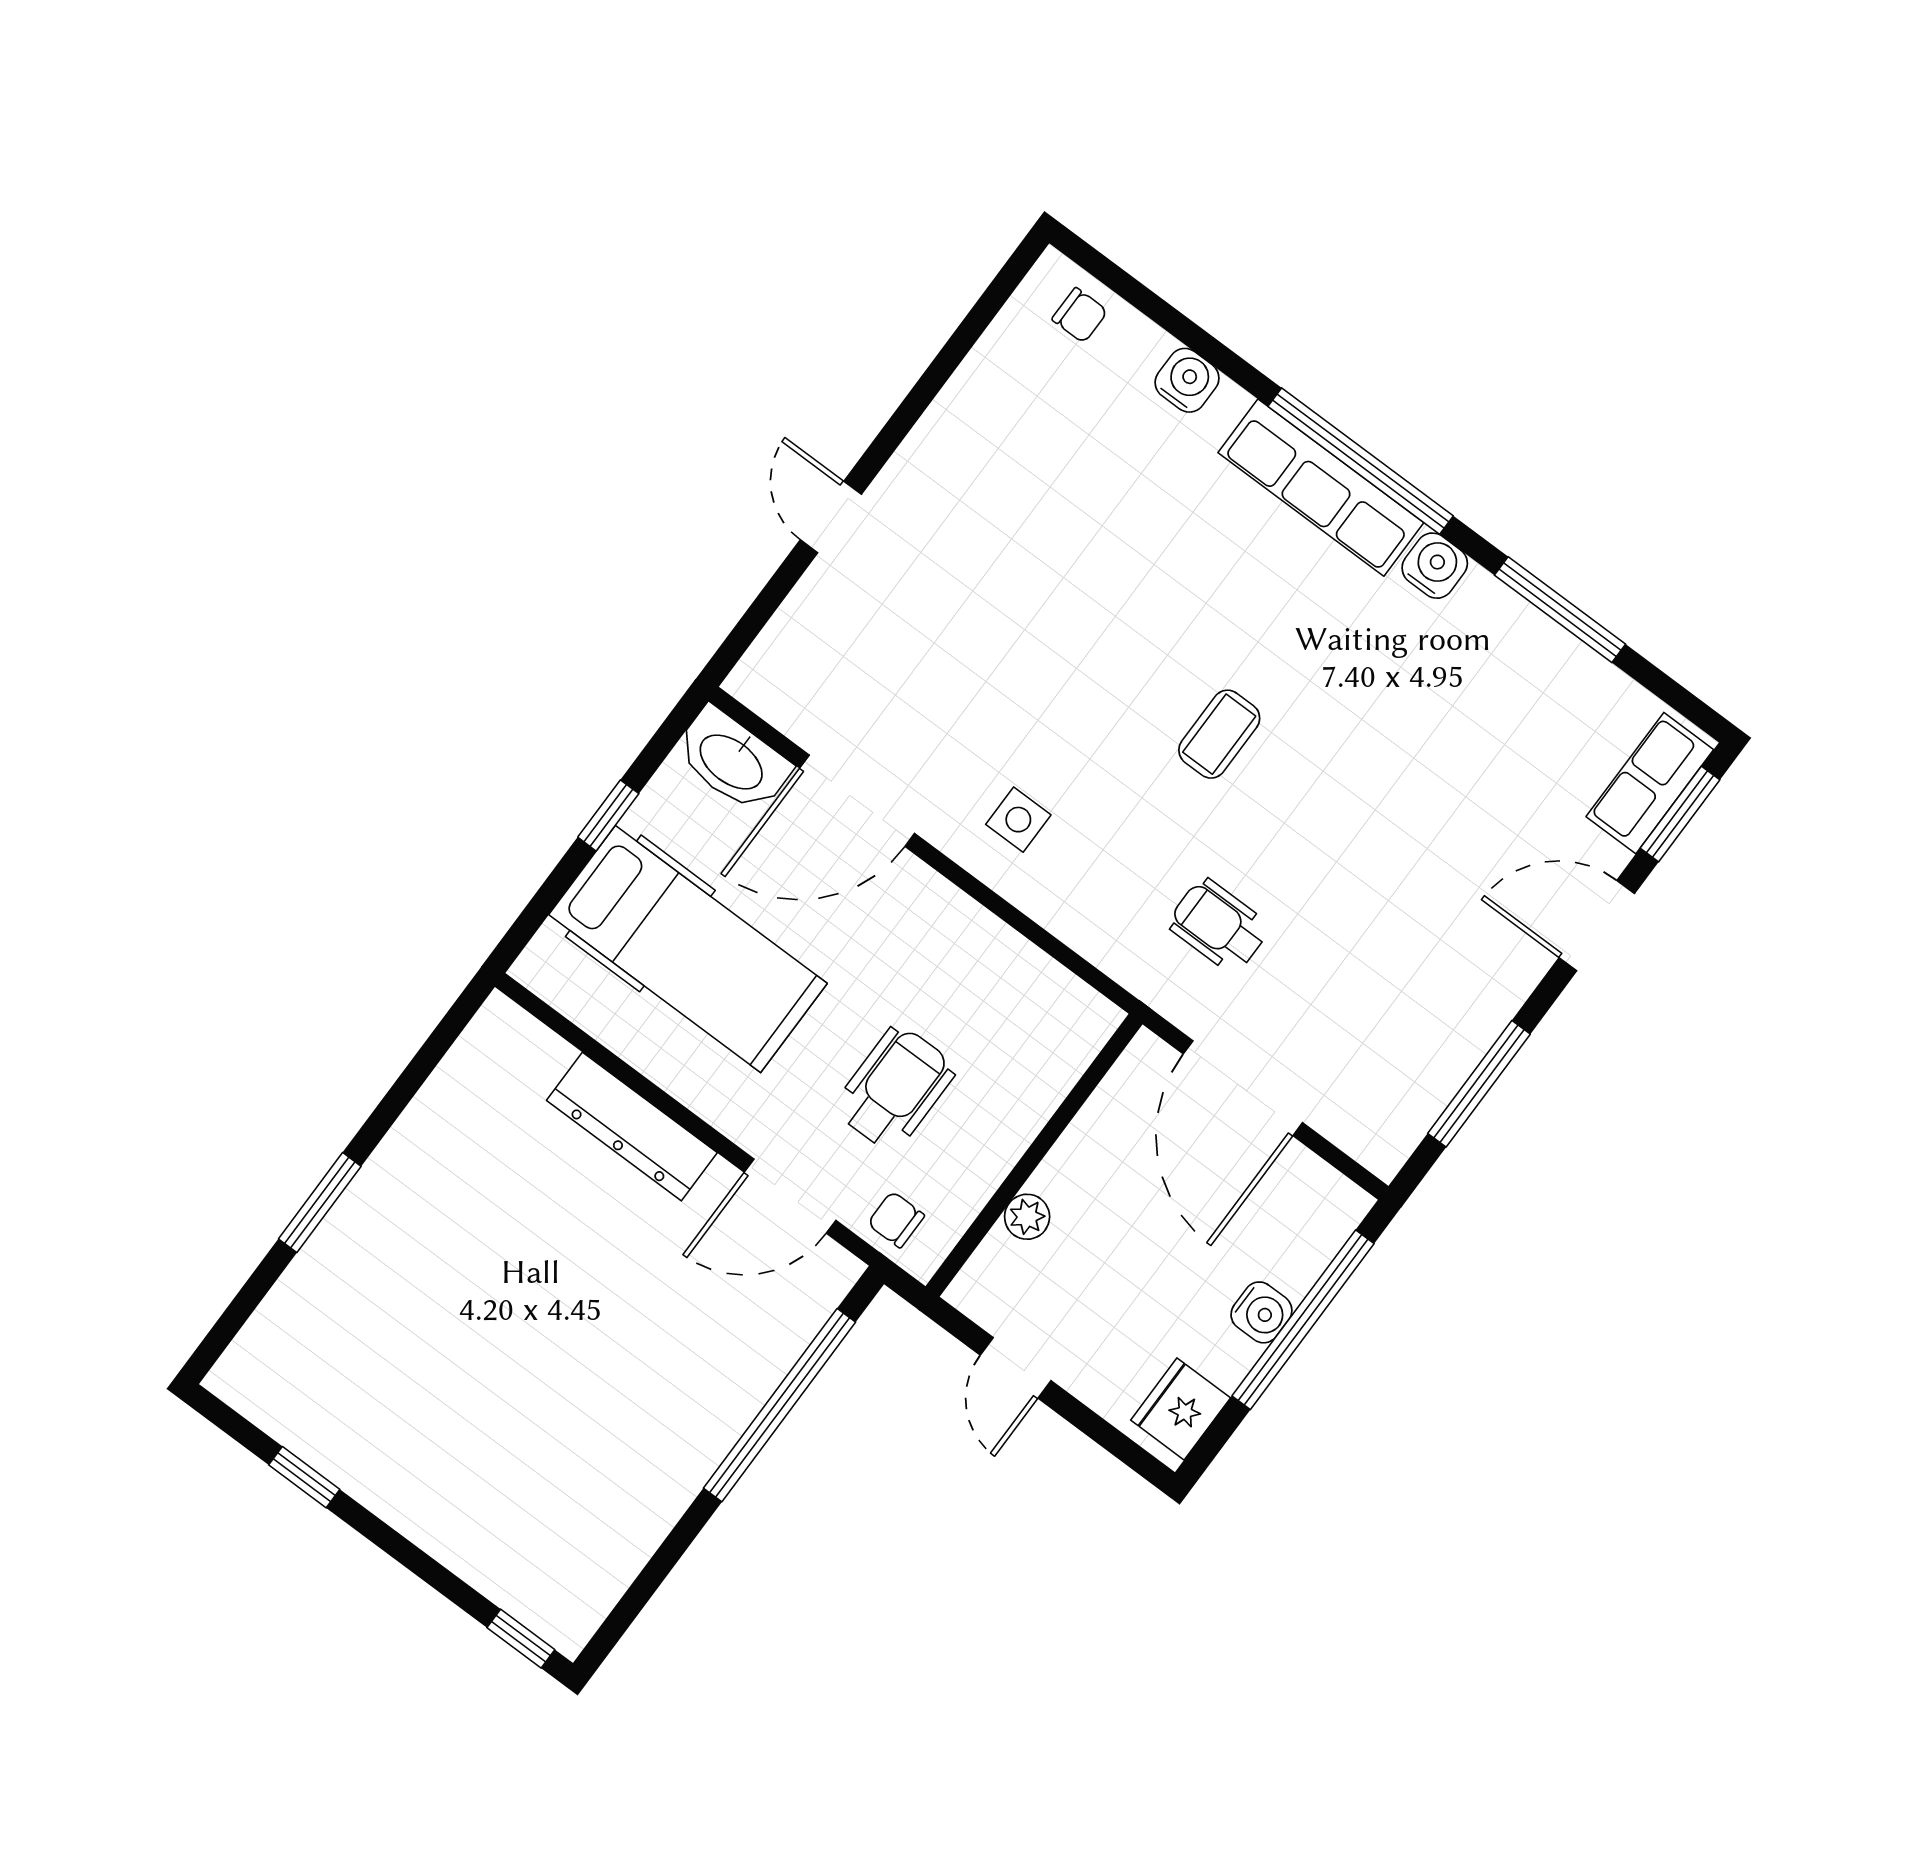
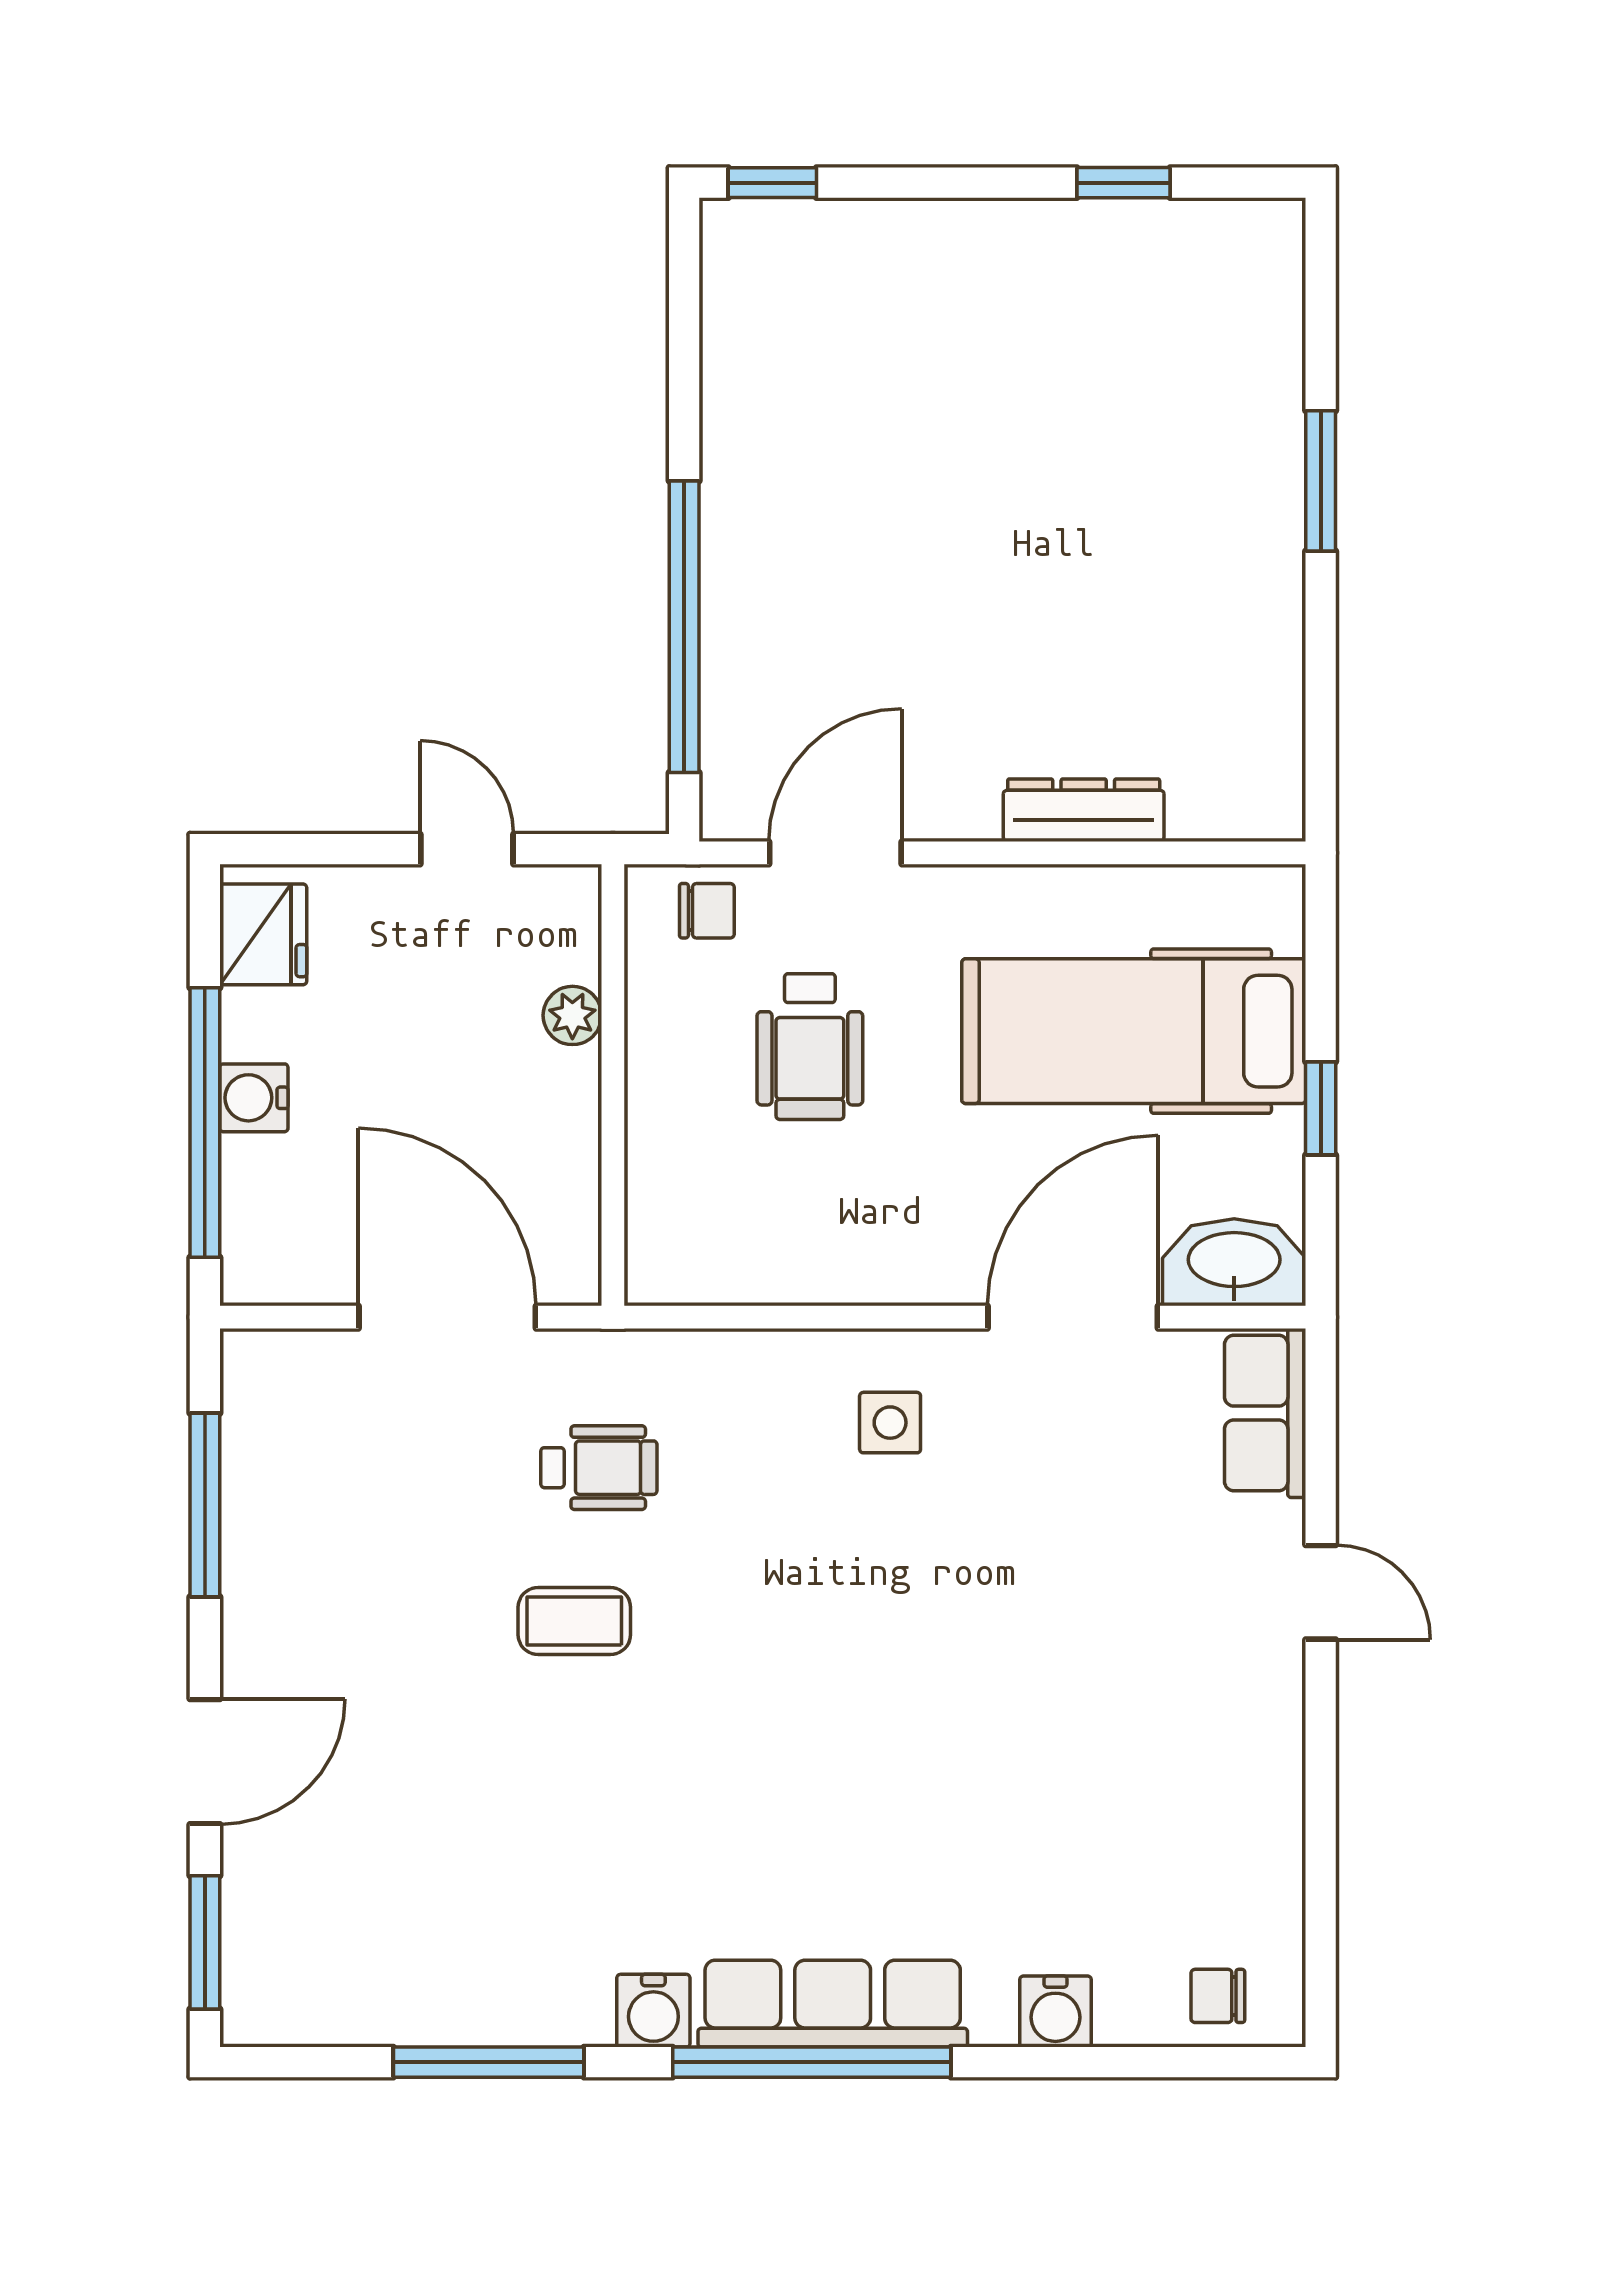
coffee table: (1219, 734) -> (574, 1621), moved, turned 90
row of seats: (1650, 783) -> (1265, 1413), moved, turned 180
dresser: (632, 1127) -> (1084, 810), width x0.73, depth x0.80

